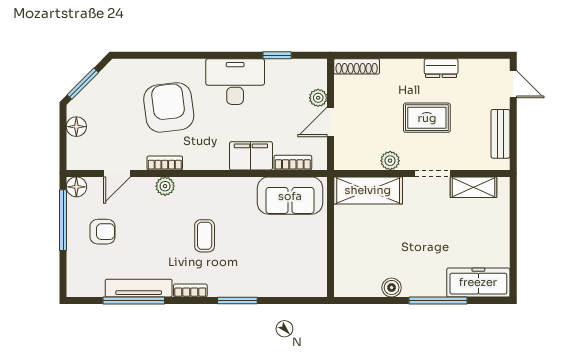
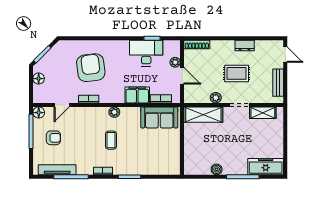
desk: (235, 82) -> (146, 53), moved
door: (330, 122) -> (182, 76), swing flipped
plant: (165, 186) -> (114, 112), moved
tv unit: (139, 288) -> (57, 170), moved

